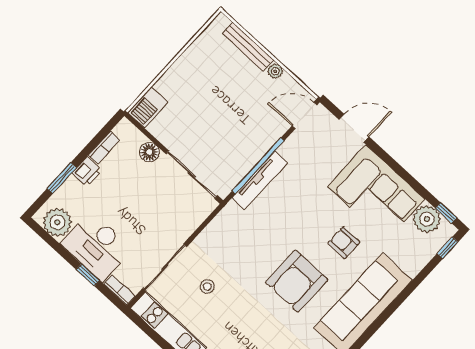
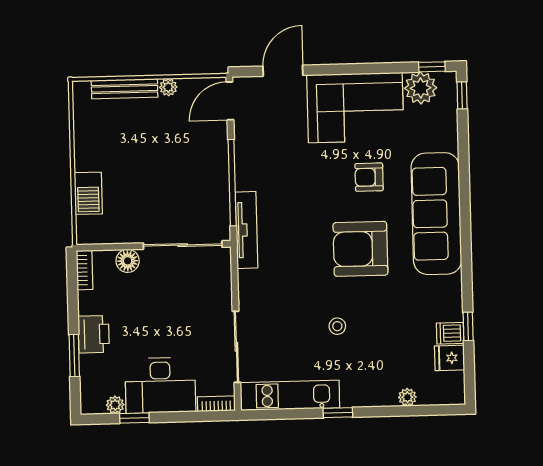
barbecue: (148, 107) -> (88, 193), moved
bookcase: (104, 148) -> (84, 270), moved
printer: (87, 172) -> (94, 334), width x1.36, depth x1.24
tv unit: (260, 180) -> (247, 230), moved
plant: (57, 222) -> (115, 405), width x0.53, depth x0.53
window: (88, 275) -> (134, 418), moved
armchair: (297, 281) -> (360, 249), turned 90
stool: (207, 286) -> (337, 326), moved

